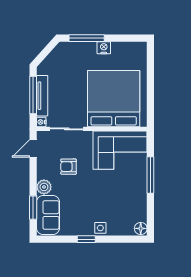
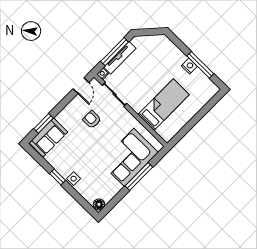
window: (87, 38) -> (200, 65), moved
bed: (114, 99) -> (164, 105), width x0.49
door: (33, 148) -> (81, 86), swing flipped
corner sofa: (120, 150) -> (129, 157), moved, turned 90
plant: (44, 187) -> (64, 117), removed

